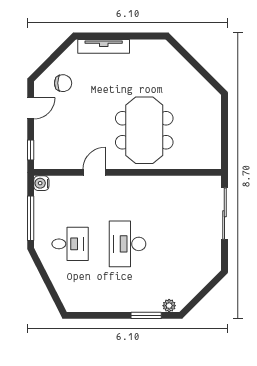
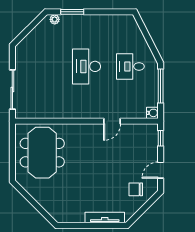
meeting table: (144, 130) -> (42, 153), moved
desk: (128, 244) -> (87, 66), turned 180

